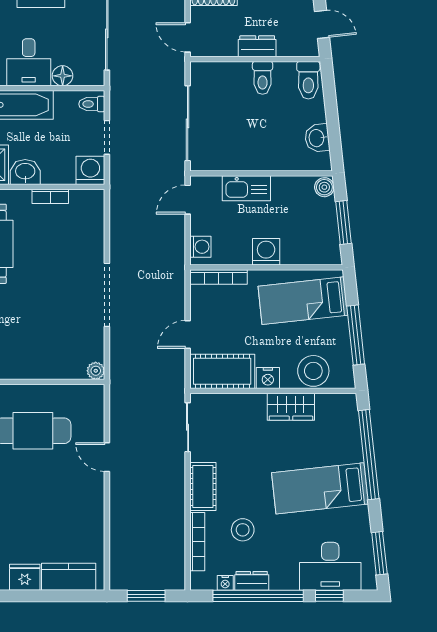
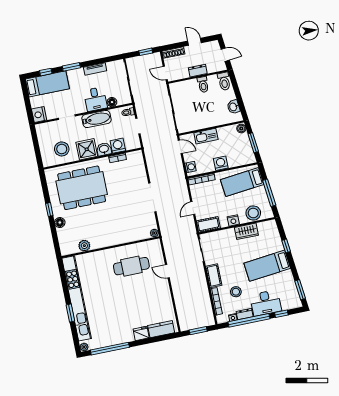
washing machine: (90, 170) -> (118, 146), moved
door: (188, 200) -> (180, 147), swing flipped
cot: (222, 371) -> (208, 224), width x0.73, depth x0.75
window: (369, 455) -> (286, 246), width x0.32
desk: (330, 566) -> (266, 303), moved

